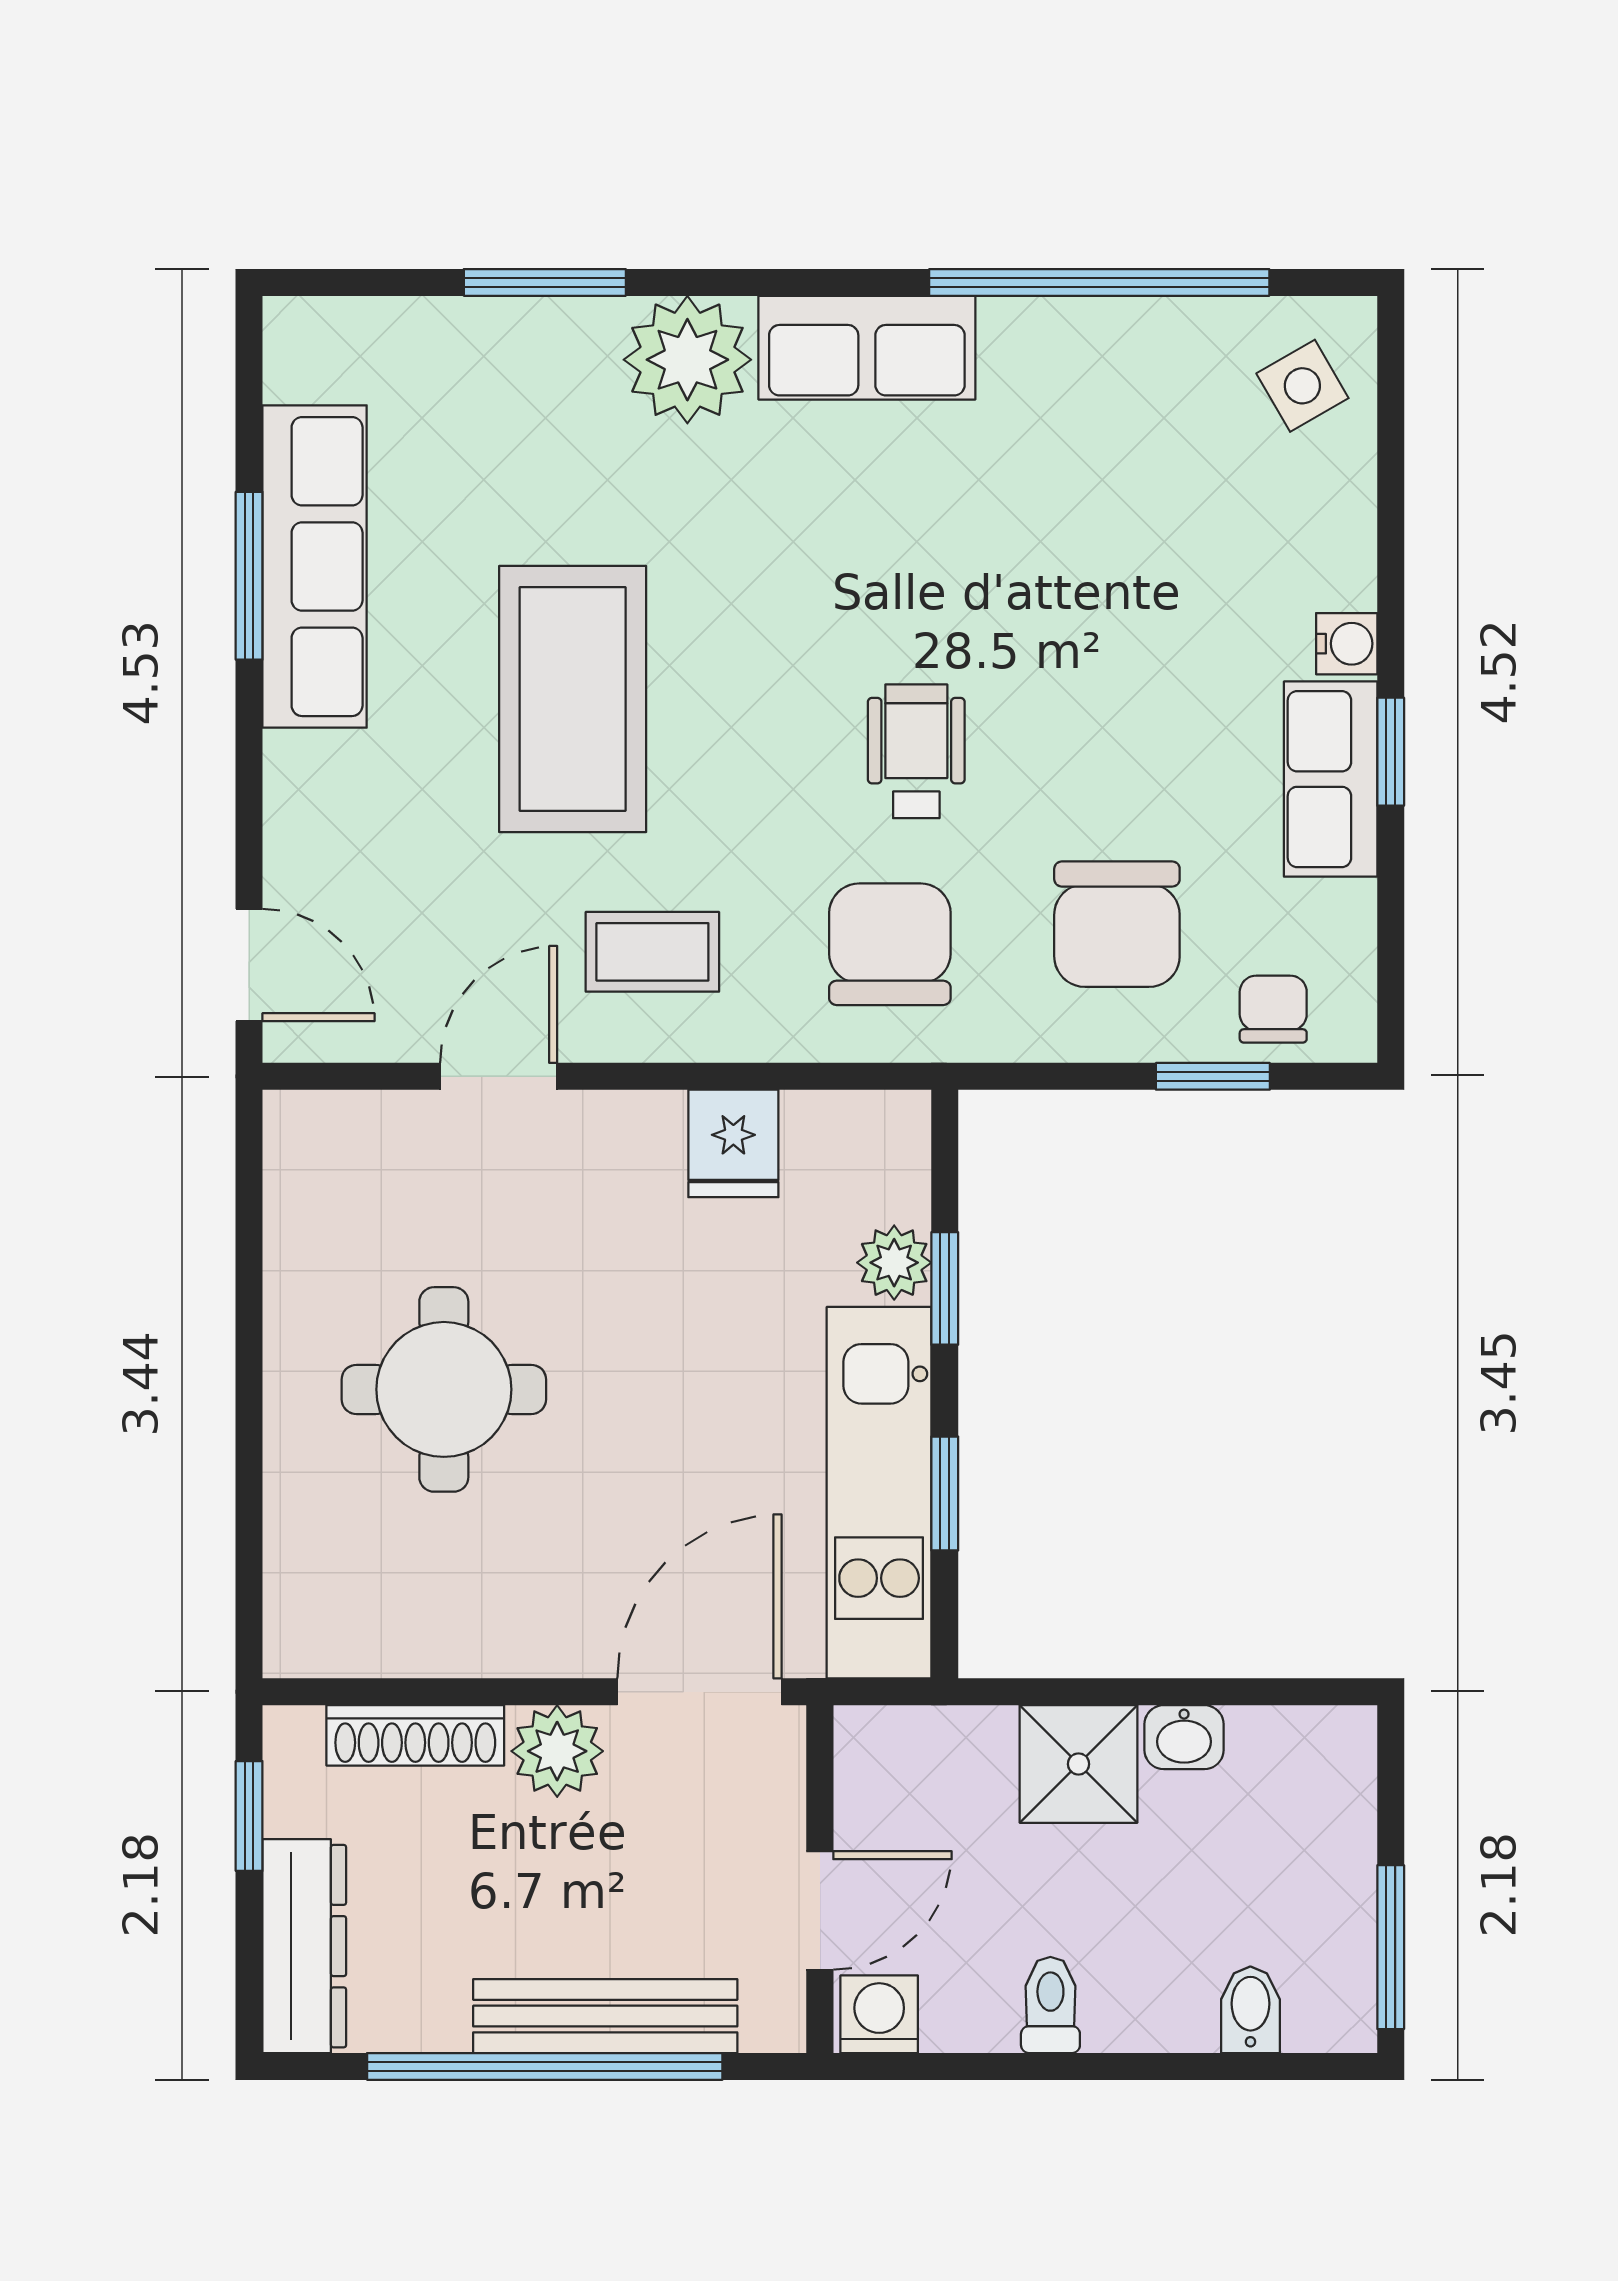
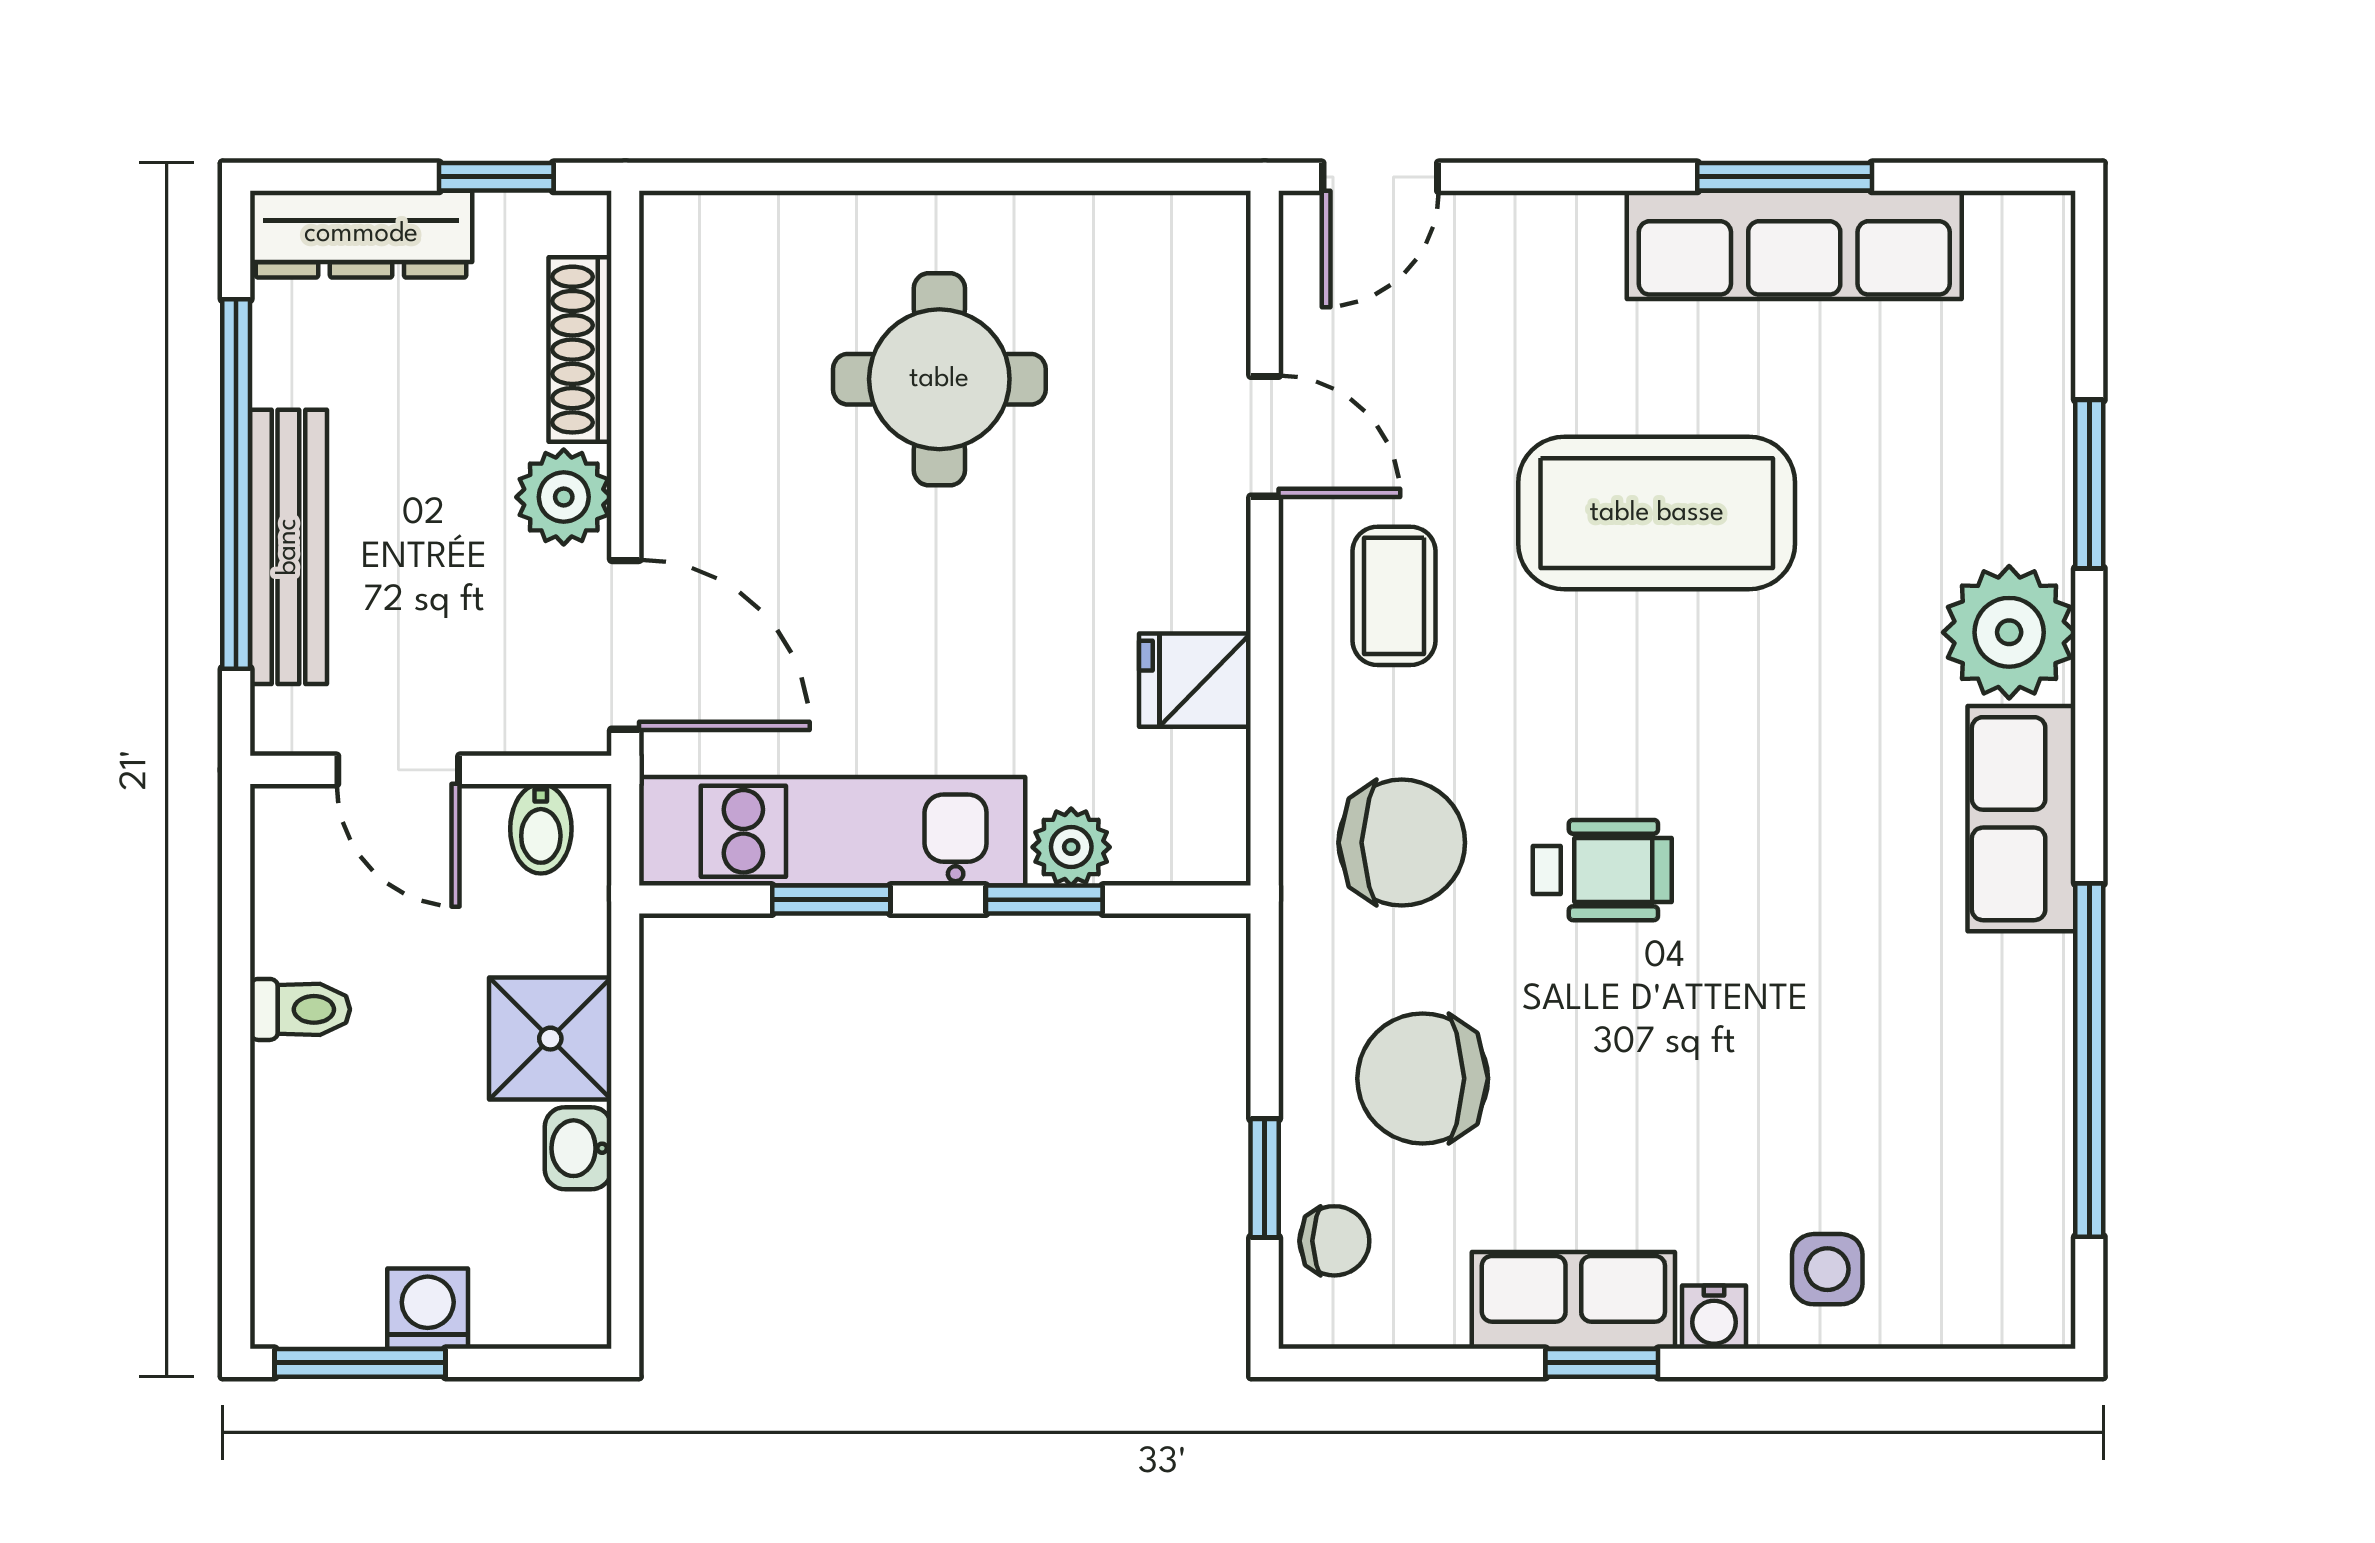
side table: (1302, 386) -> (1827, 1269), moved, turned 30
bidet: (1250, 2010) -> (541, 829), moved, turned 90
washing machine: (879, 2014) -> (428, 1309), moved, turned -90

